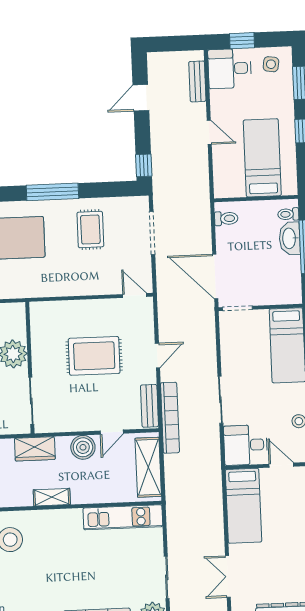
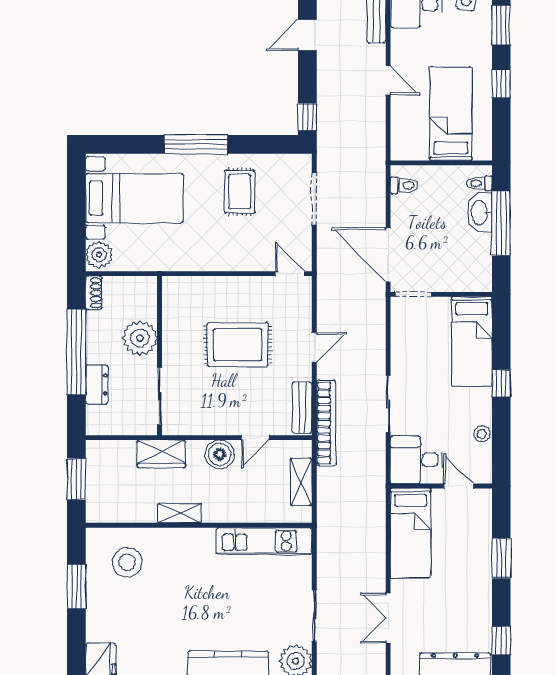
shelving: (148, 467) -> (301, 482), width x0.67, depth x0.75

